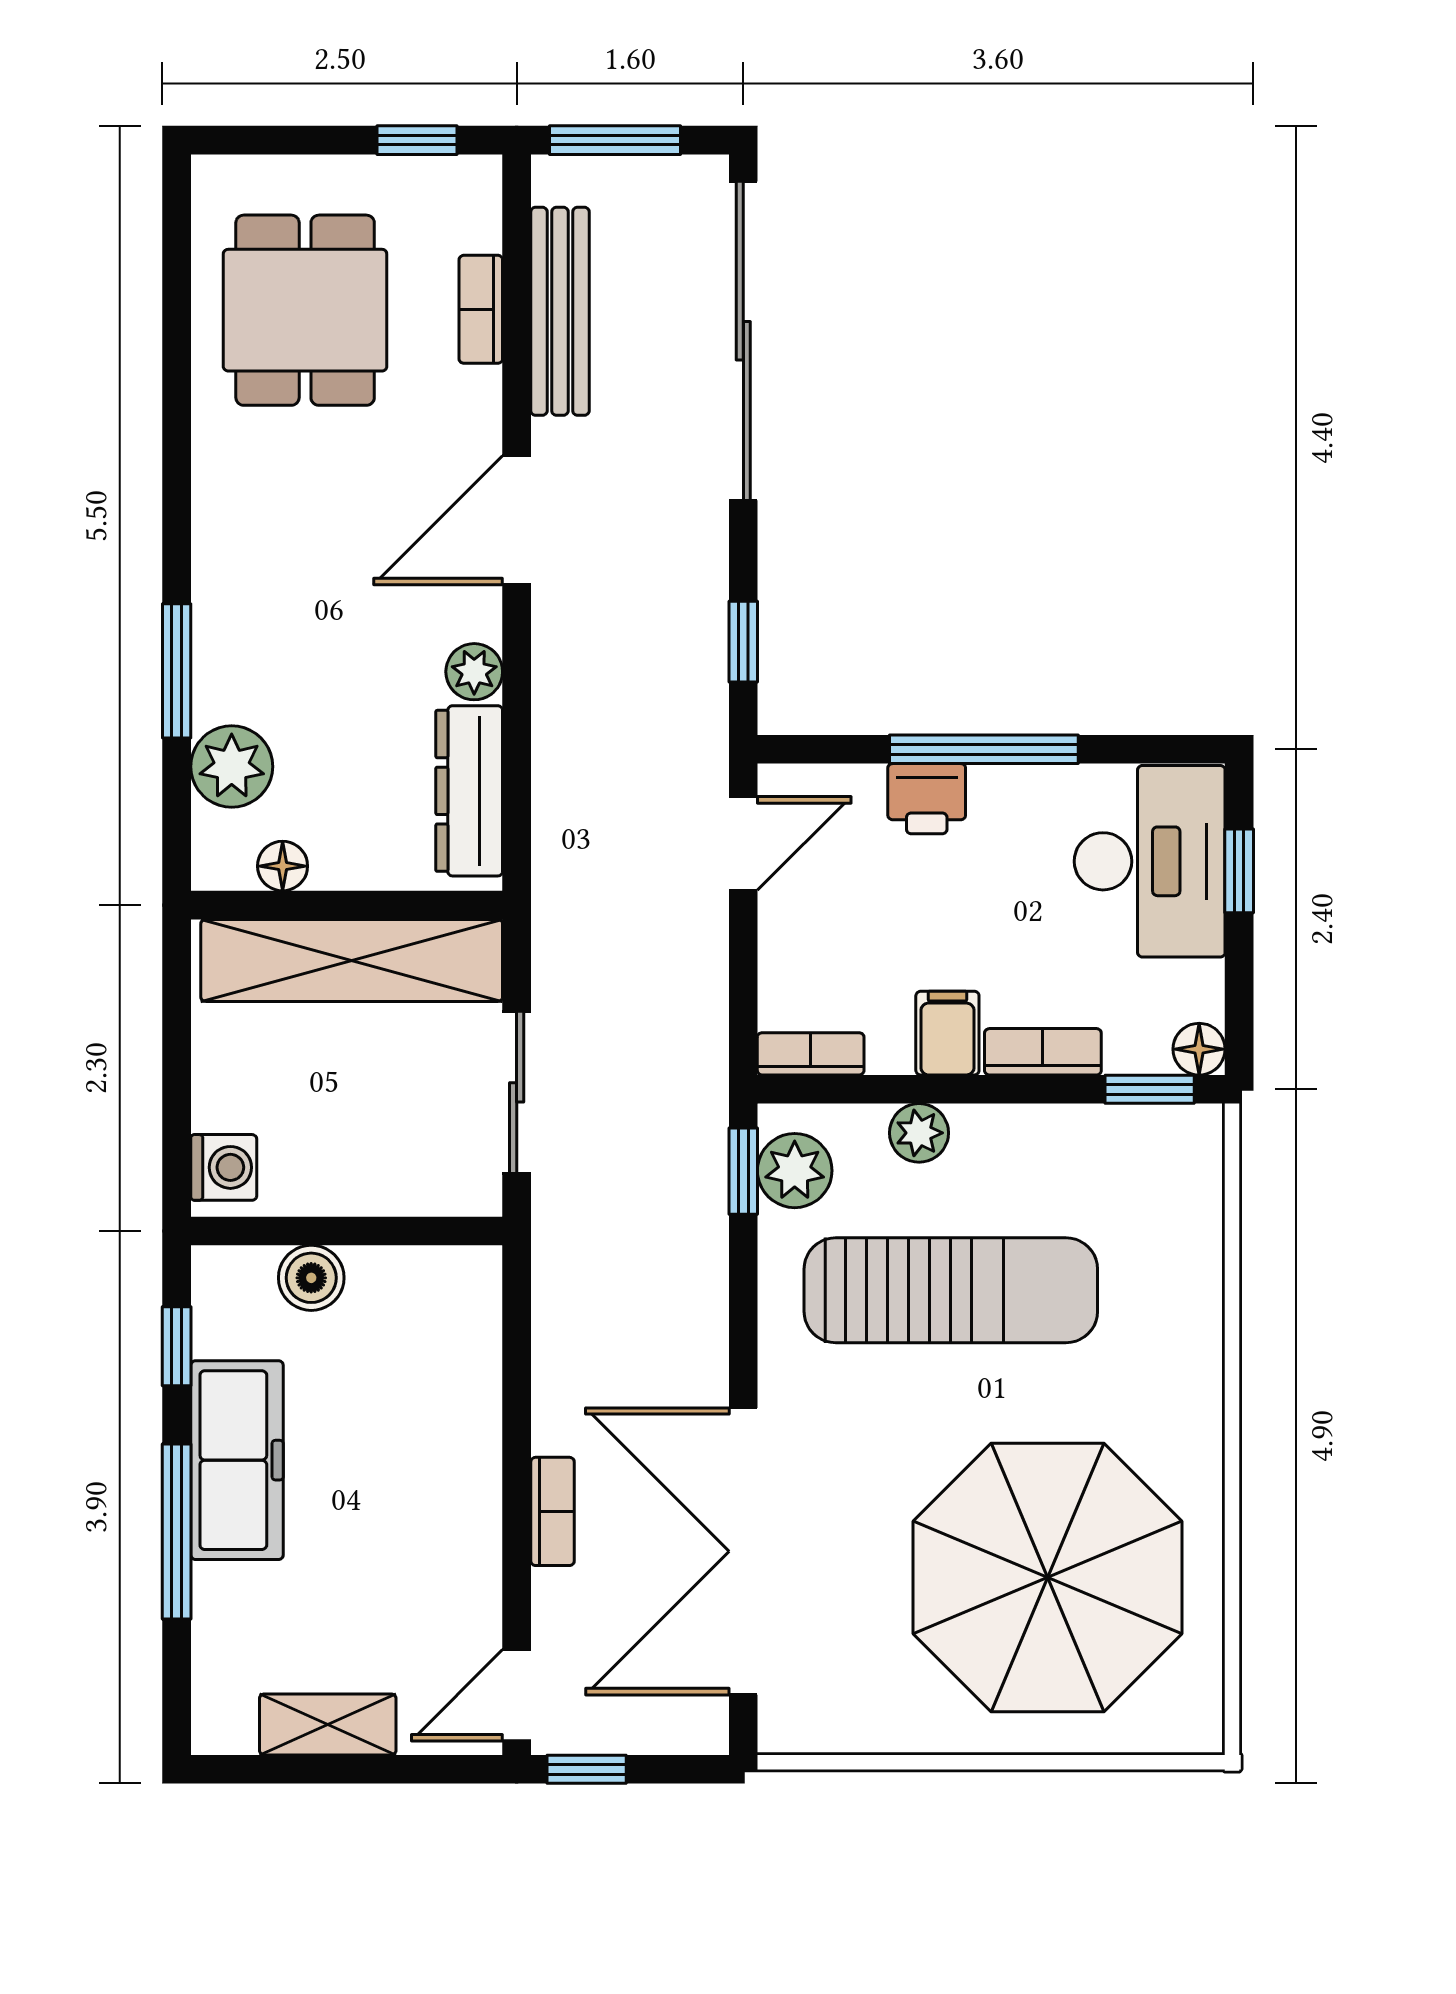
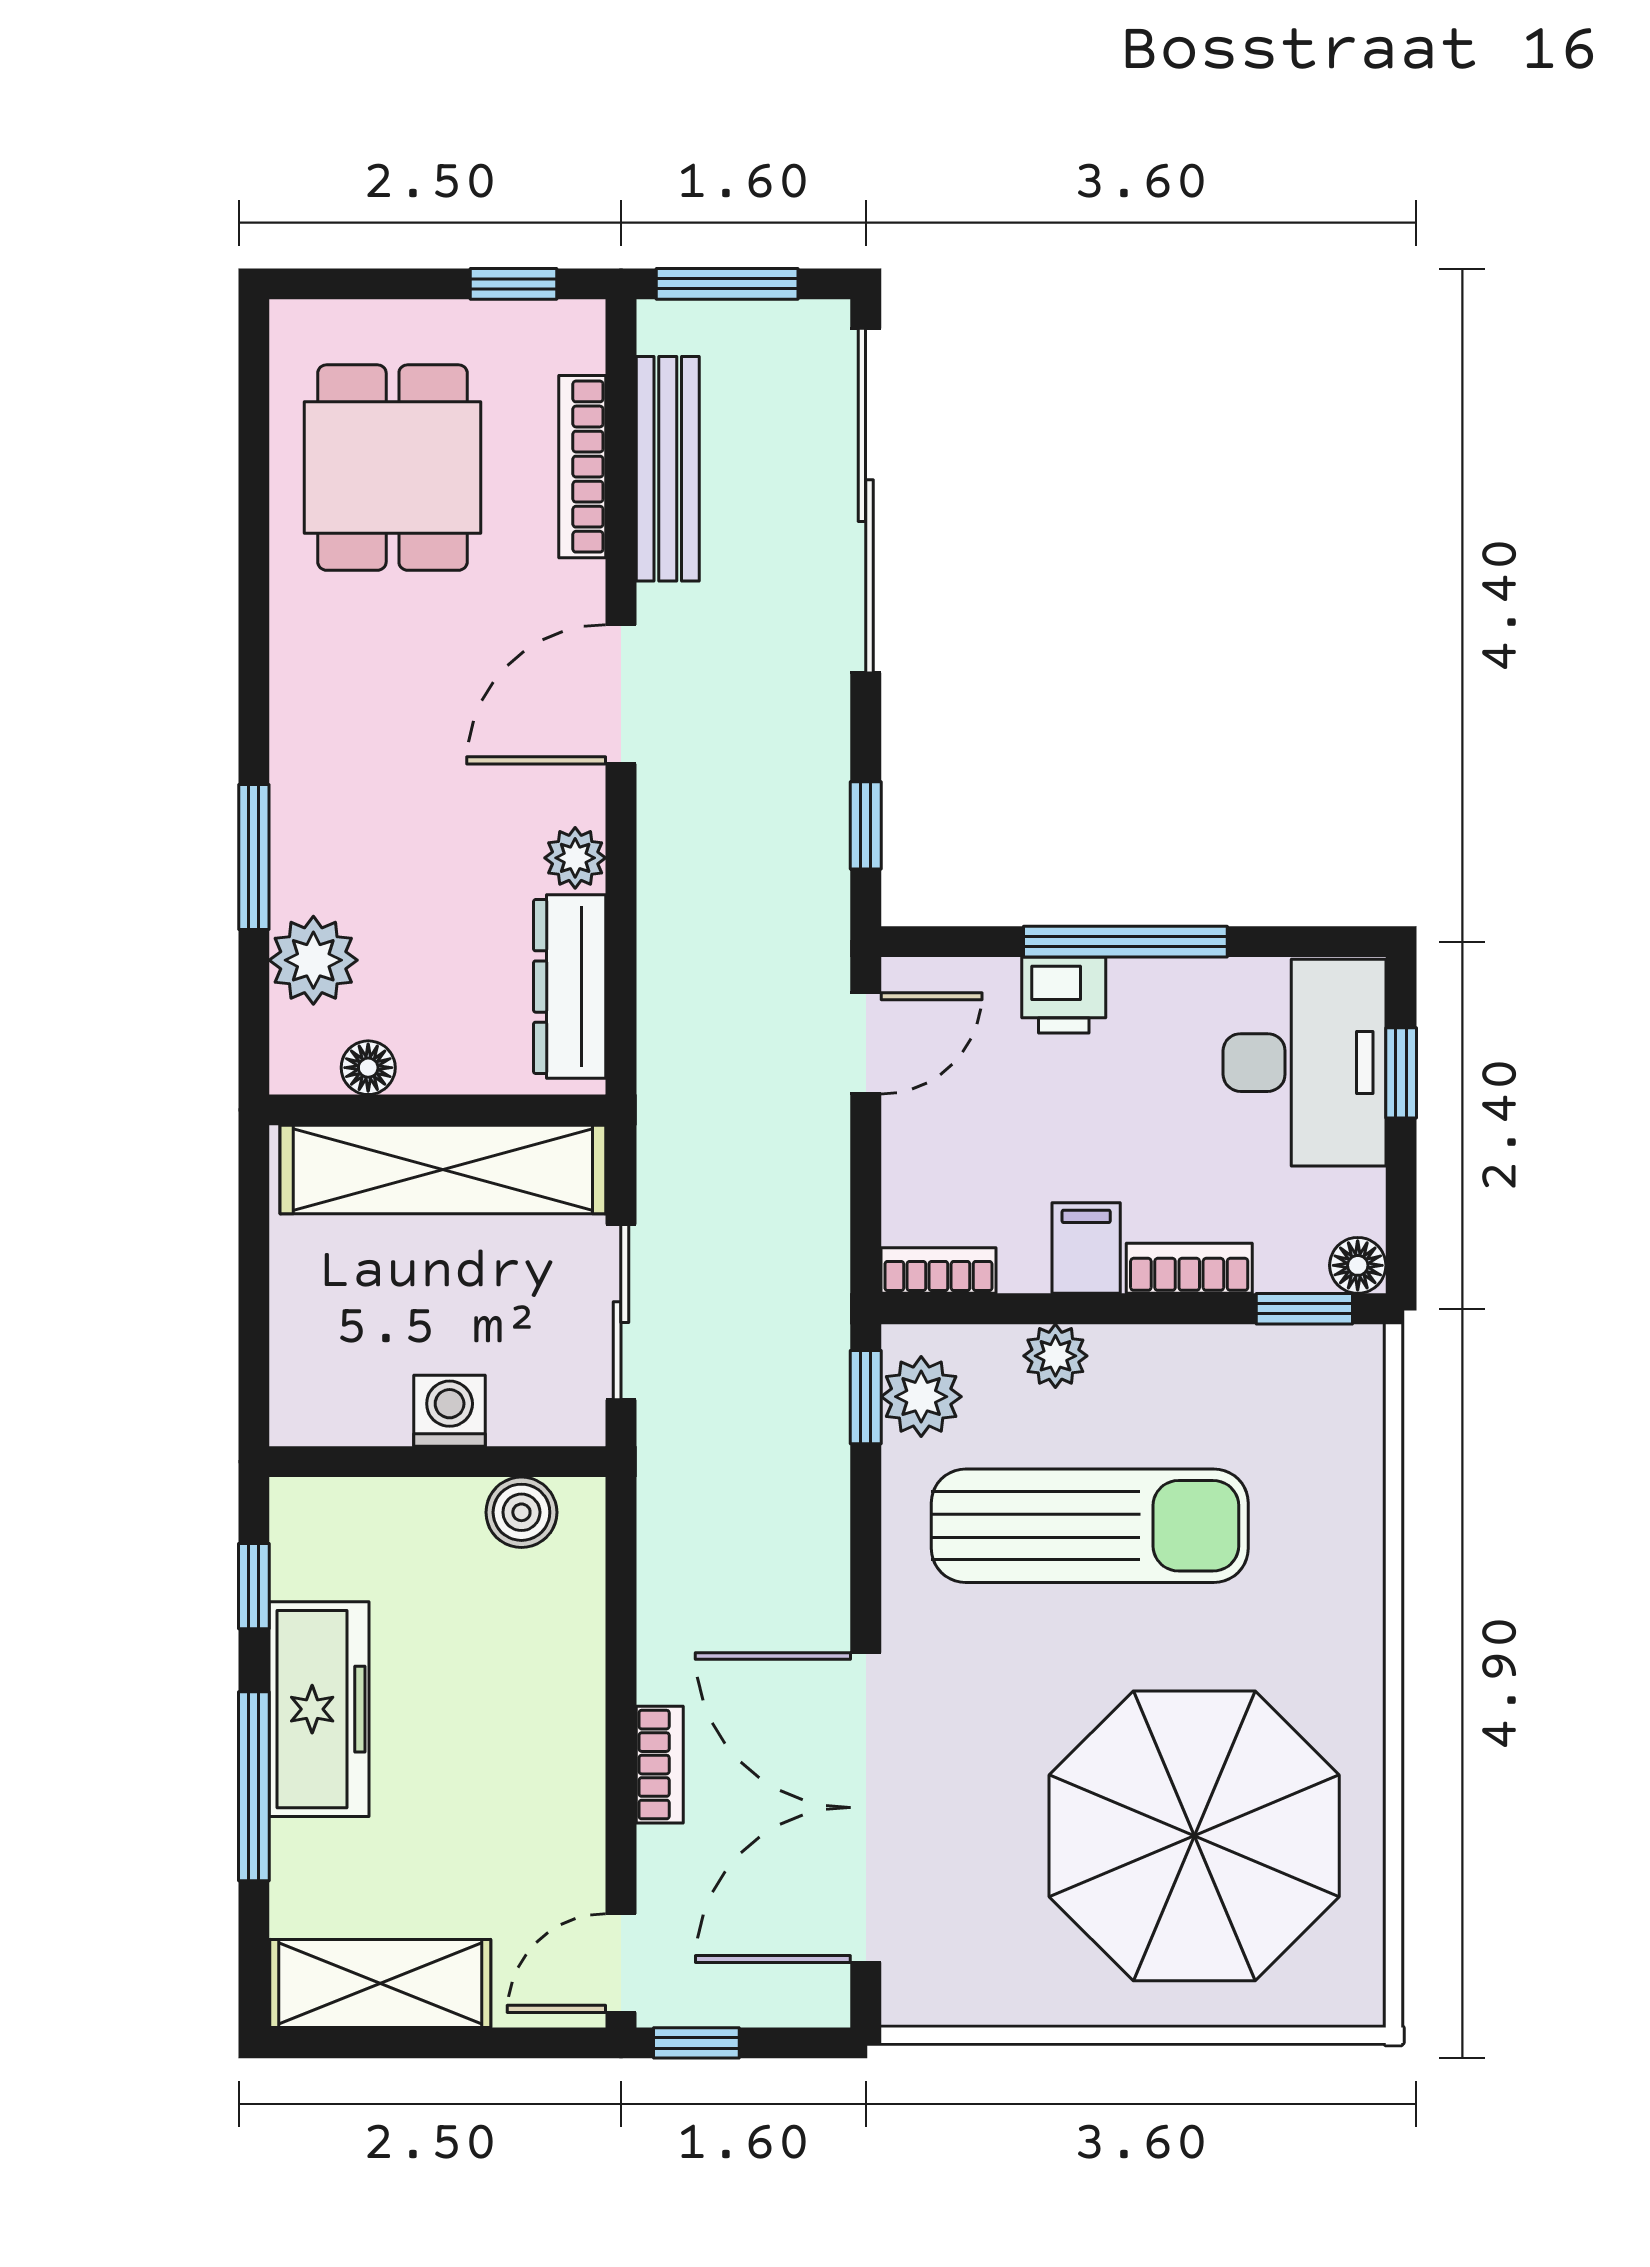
bookcase: (481, 309) -> (582, 467), width x1.56
washing machine: (224, 1167) -> (450, 1411), moved, turned -90
boiler: (311, 1278) -> (521, 1512), moved
shelving: (328, 1724) -> (380, 1984), width x1.50, depth x1.33

